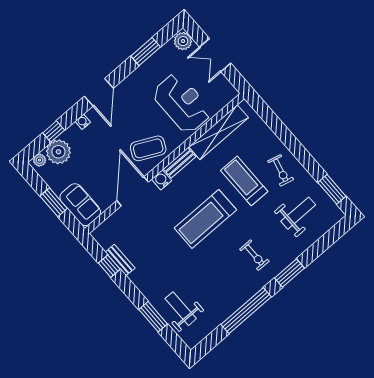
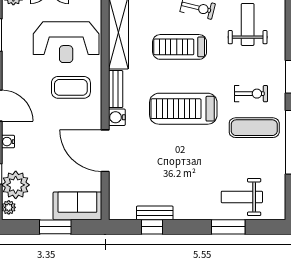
reception desk: (182, 103) -> (66, 42), turned 180
coffee table: (148, 148) -> (71, 87), moved, turned 64
treadmill: (205, 219) -> (183, 109), turned 90
exercise mat: (234, 277) -> (254, 128), added

